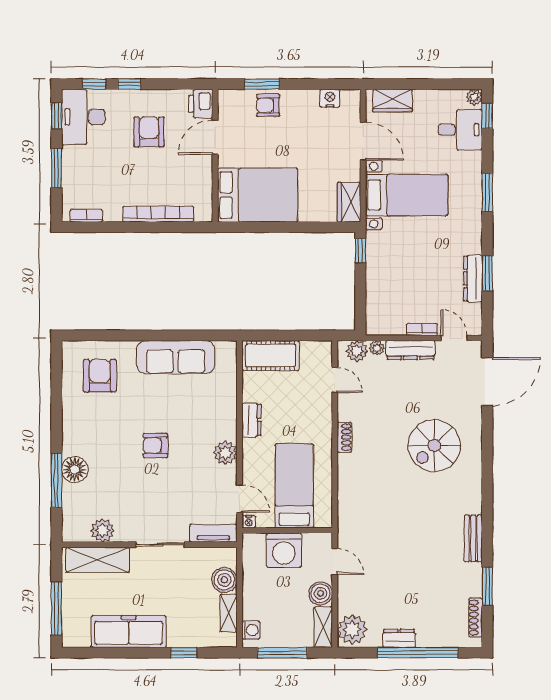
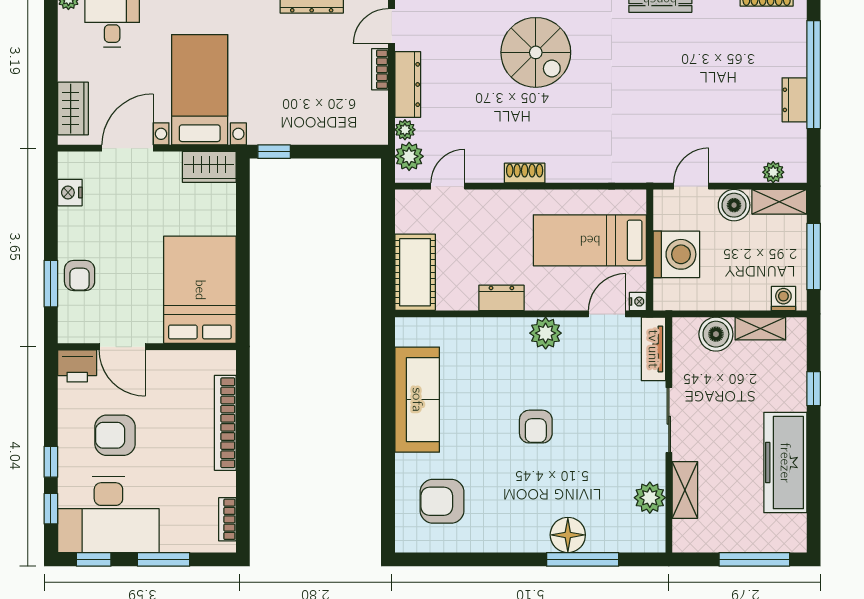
desk: (83, 117) -> (108, 515), width x1.36, depth x1.30
shelving: (98, 560) -> (685, 490), width x0.67, depth x0.75
plant: (352, 630) -> (773, 172), width x0.53, depth x0.53

